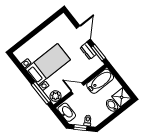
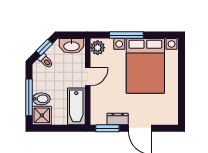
bed with nightstands: (48, 64) -> (145, 66), width x1.36
window: (41, 93) -> (126, 35), moved
window: (117, 113) -> (29, 97), added

